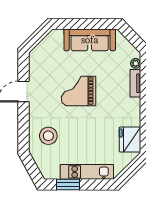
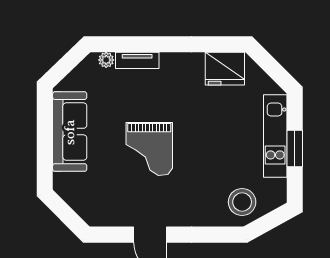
stool: (48, 136) -> (242, 202), moved
window: (68, 184) -> (295, 149), moved

